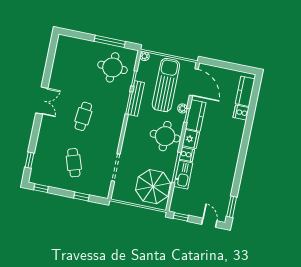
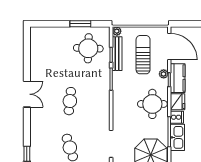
window: (110, 41) -> (80, 24), width x0.69
sun lounger: (166, 85) -> (143, 55), width x0.73, depth x0.75
bench: (136, 99) -> (117, 54), moved

